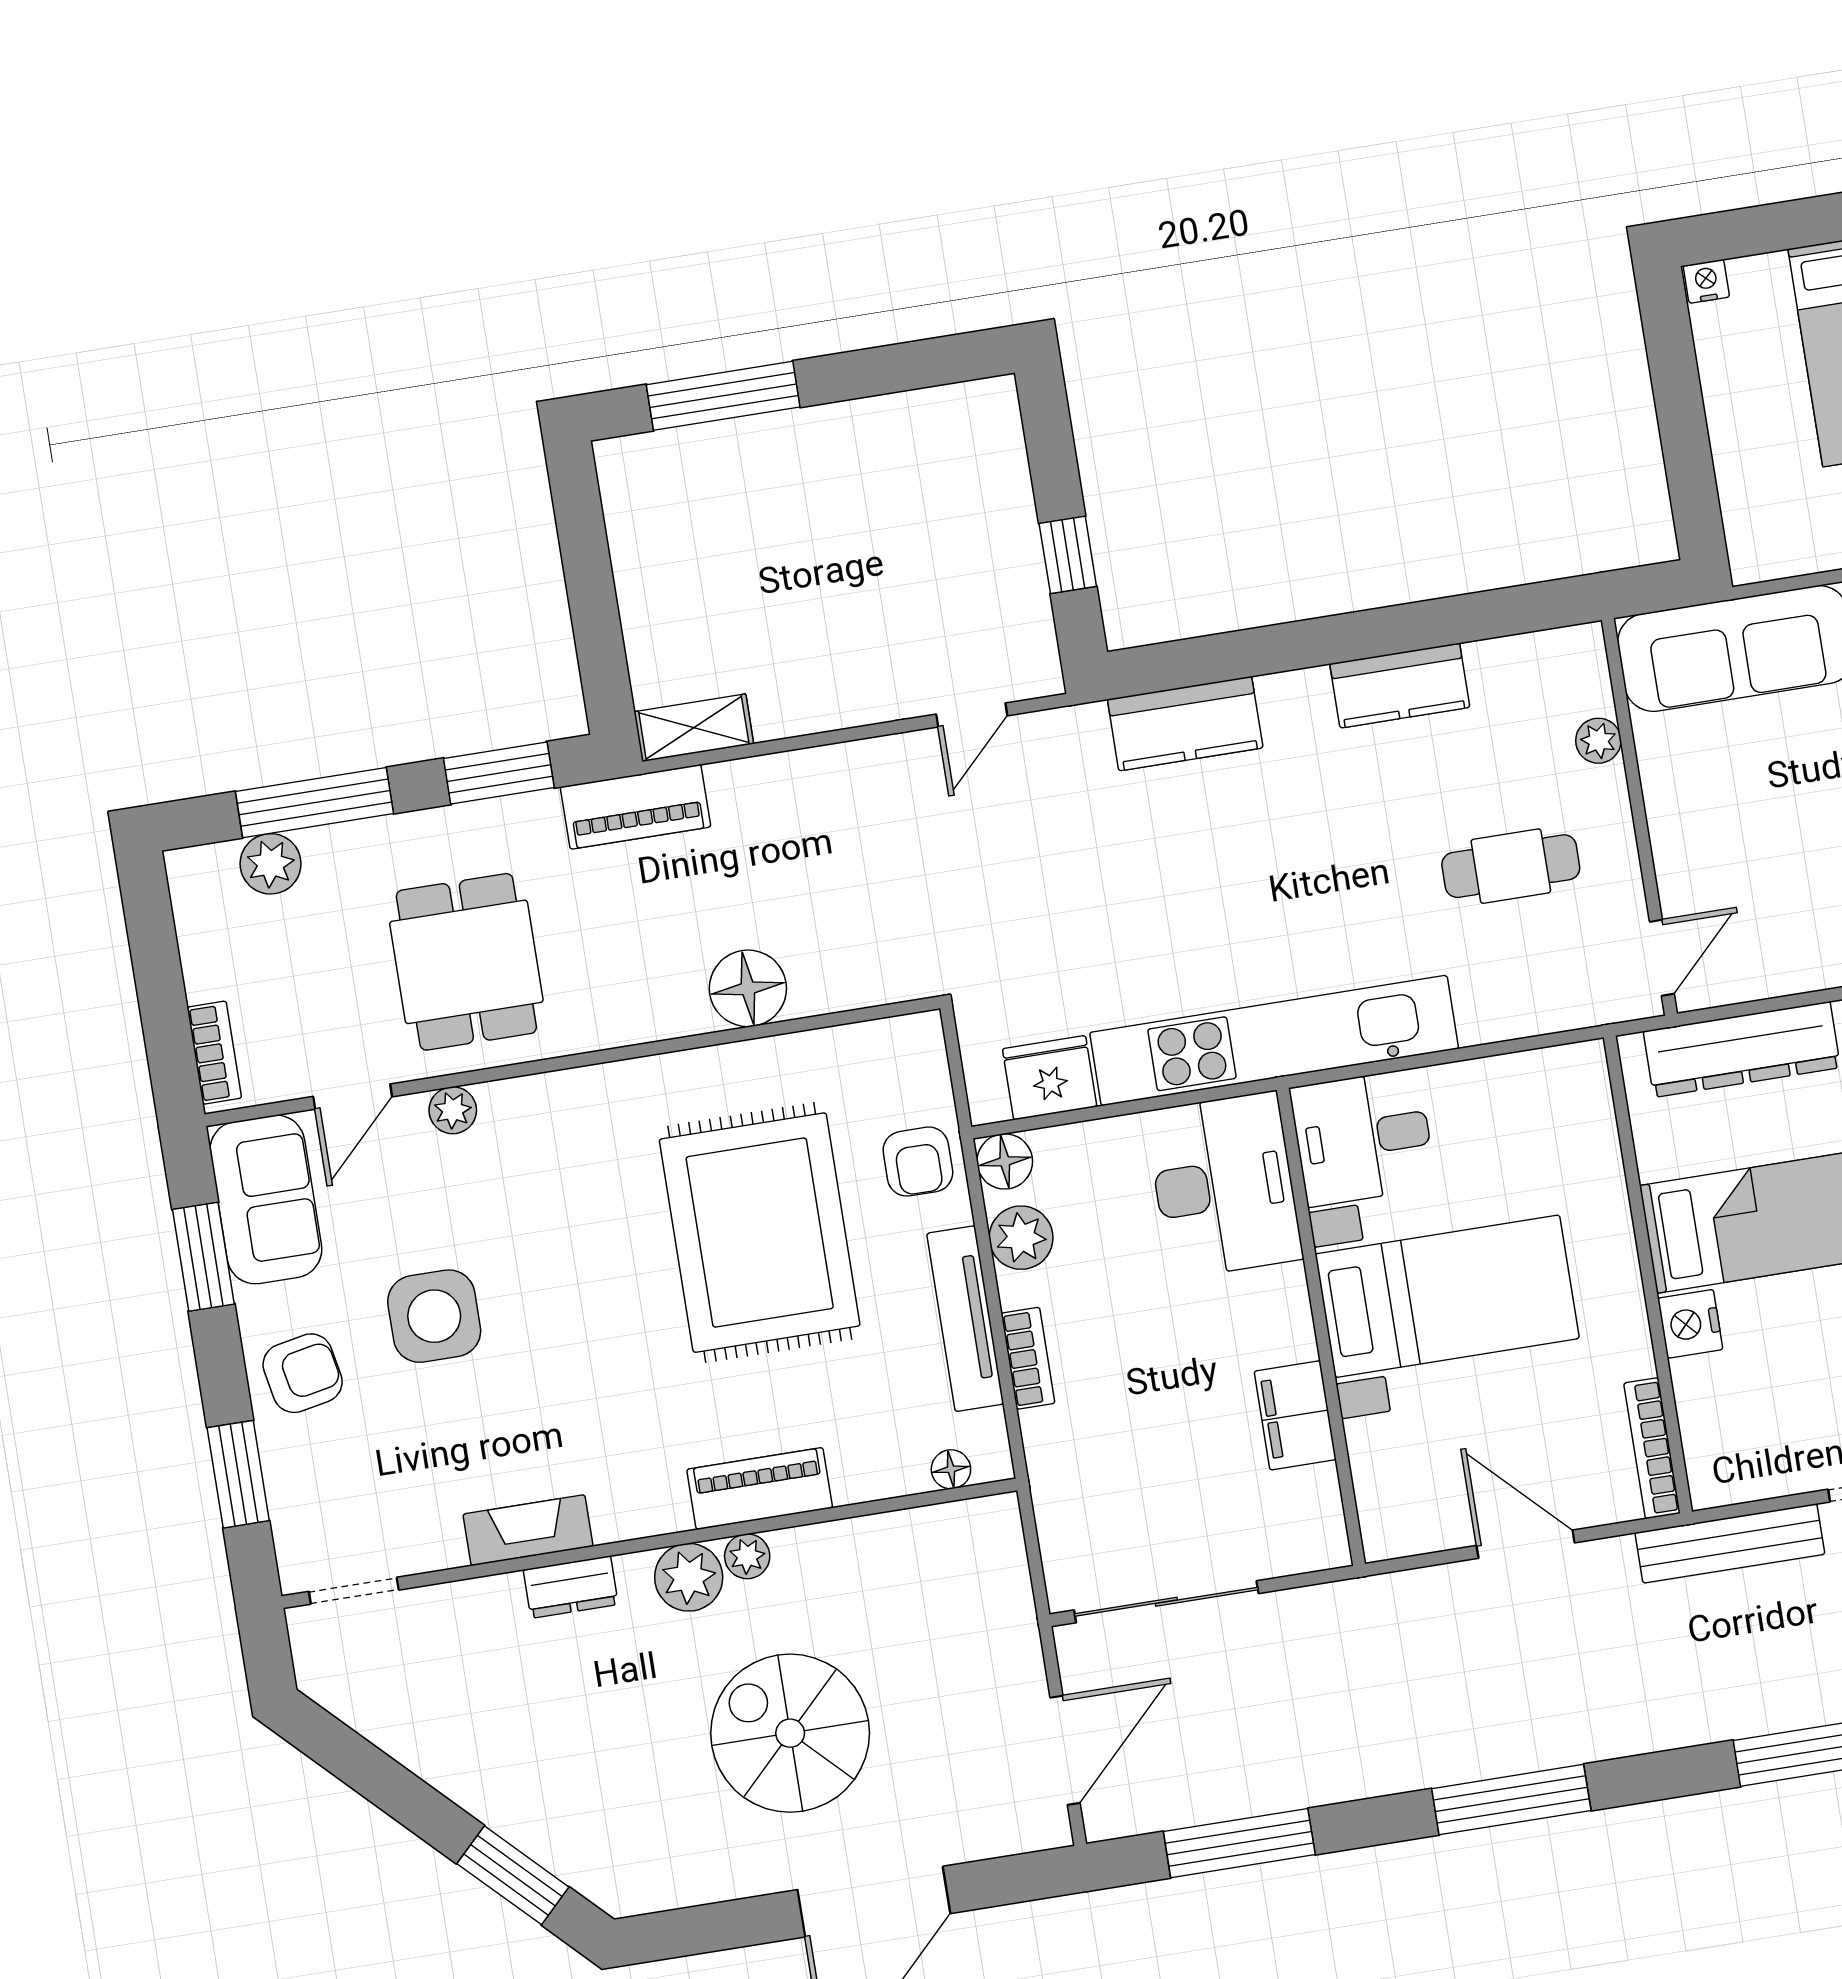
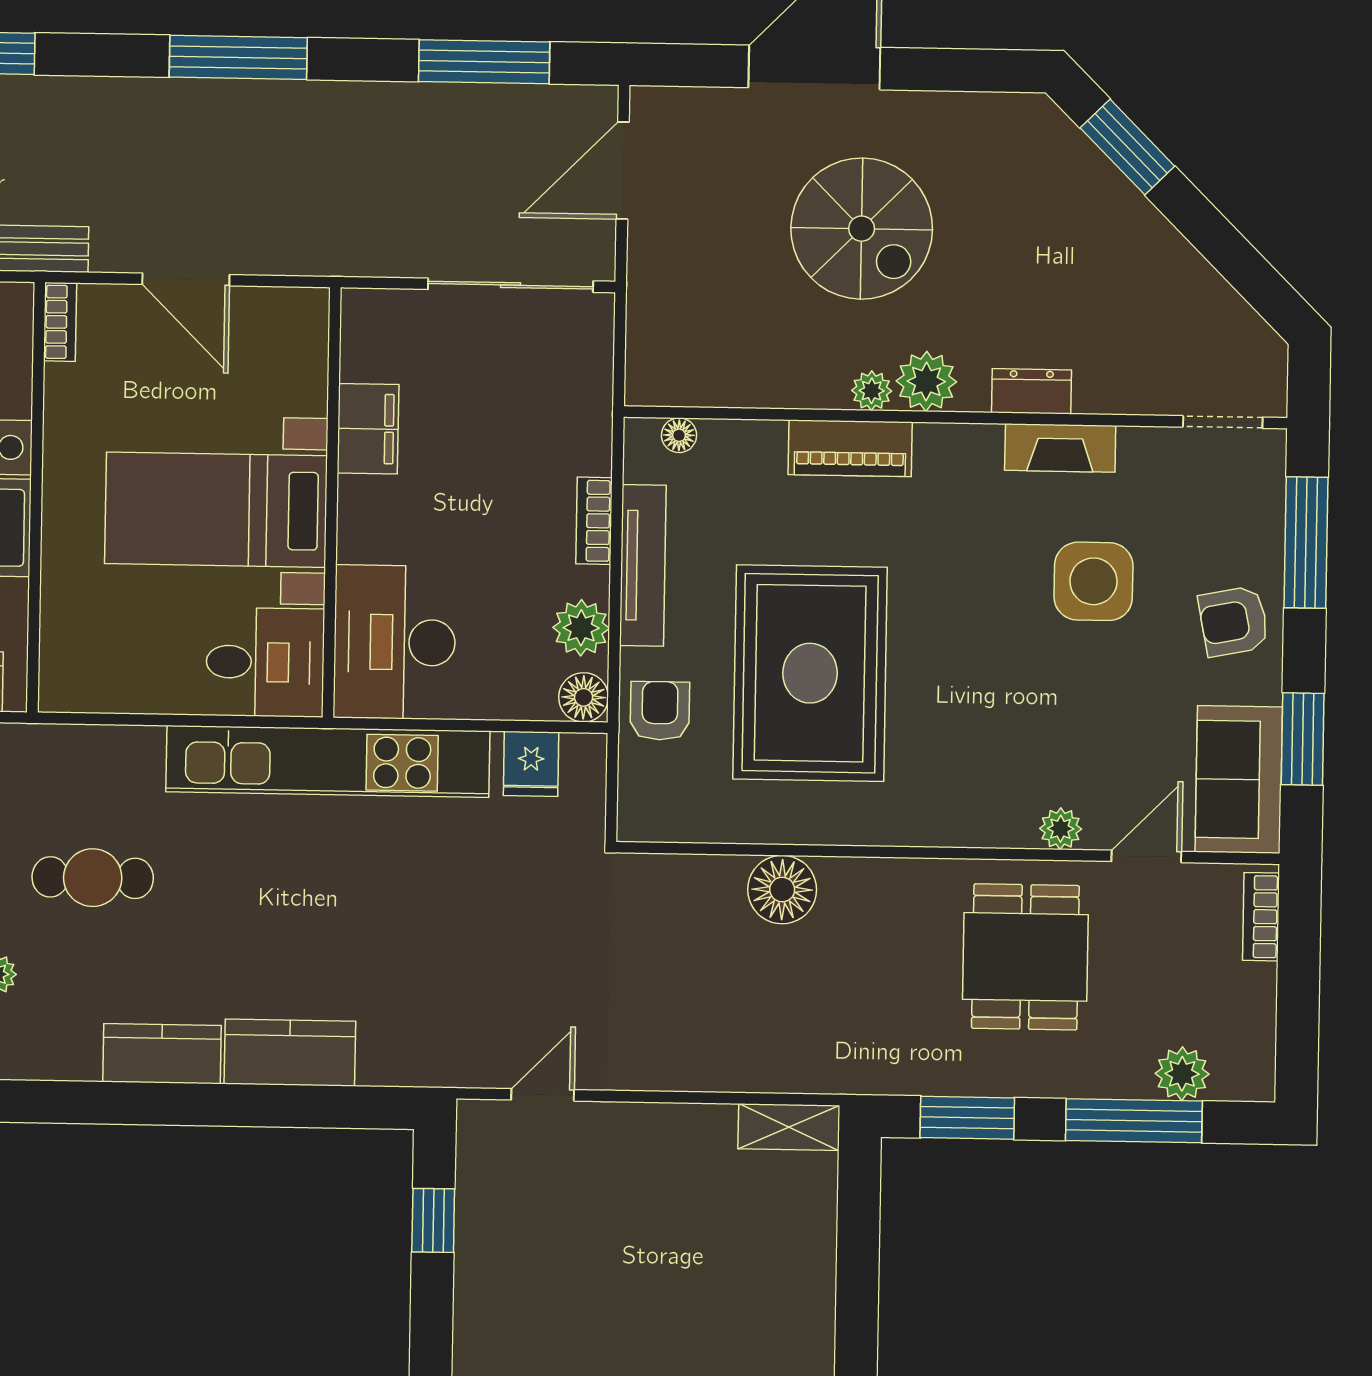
kitchen counter: (1185, 724) -> (290, 1053), moved
piano: (636, 807) -> (852, 1067), removed
fridge: (1050, 1078) -> (531, 764), width x0.72
side table: (434, 1316) -> (1093, 581), moved
bookcase: (1652, 1448) -> (60, 322), width x0.64
window: (238, 1474) -> (1306, 543), width x1.44

